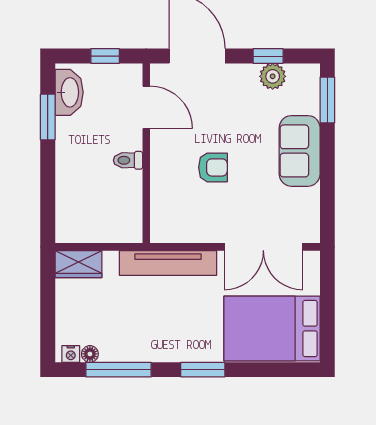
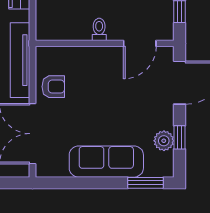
sofa: (300, 151) -> (106, 162), width x1.36
armchair: (213, 167) -> (53, 87), moved, turned -90

